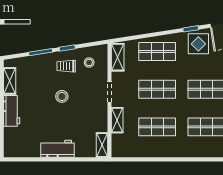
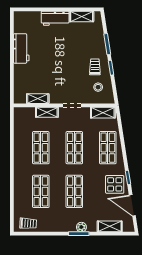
stool: (62, 96) -> (68, 63), removed
shelving: (102, 145) -> (38, 99), moved
workbench: (57, 149) -> (21, 48), moved

